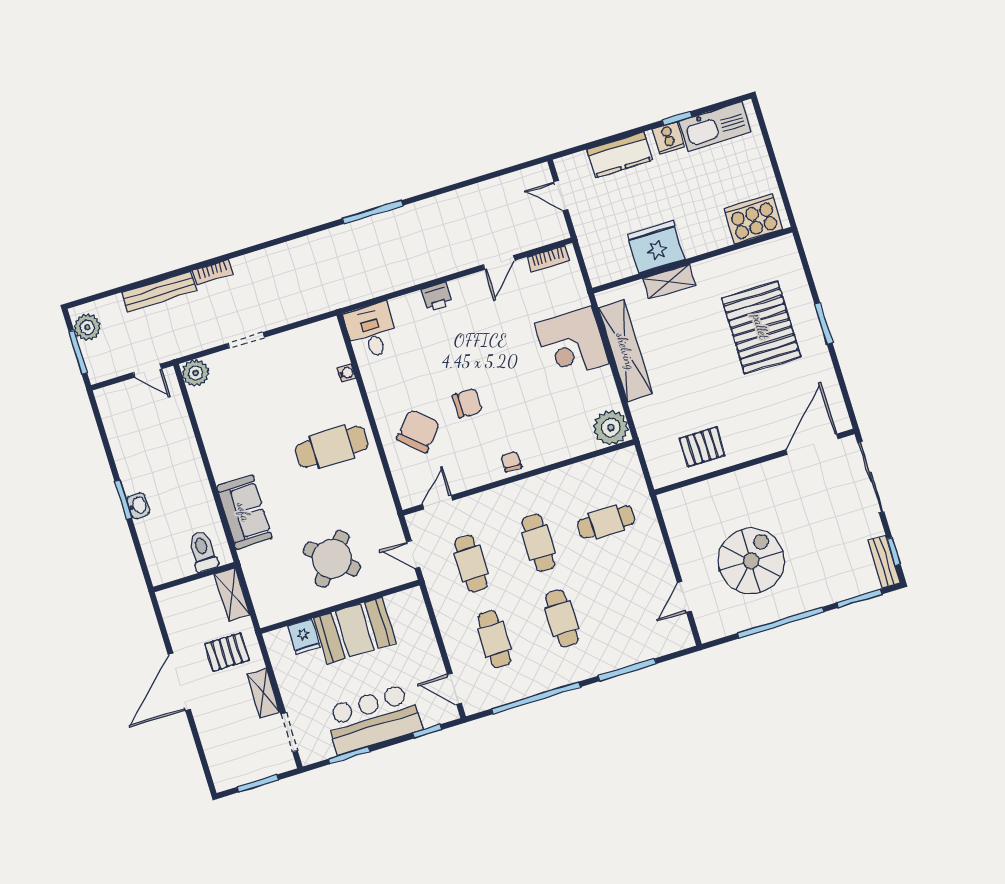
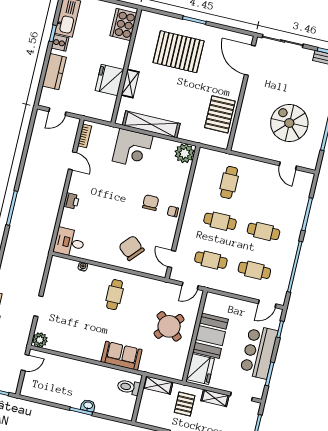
chair: (467, 403) -> (151, 203), moved
cafe table: (332, 447) -> (115, 295), width x0.73, depth x0.74
pallet: (702, 447) -> (220, 114), width x1.50, depth x1.42
fridge: (304, 637) -> (200, 369), width x1.88, depth x1.34

